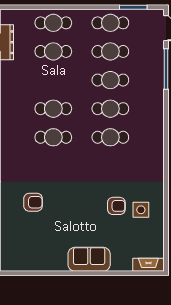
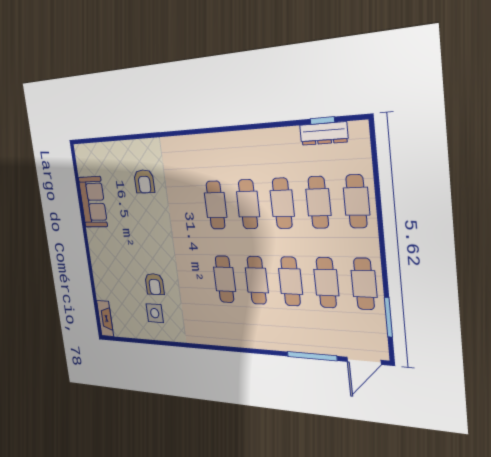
cafe table: (53, 80) -> (282, 203), added
sofa: (89, 259) -> (93, 202), moved

